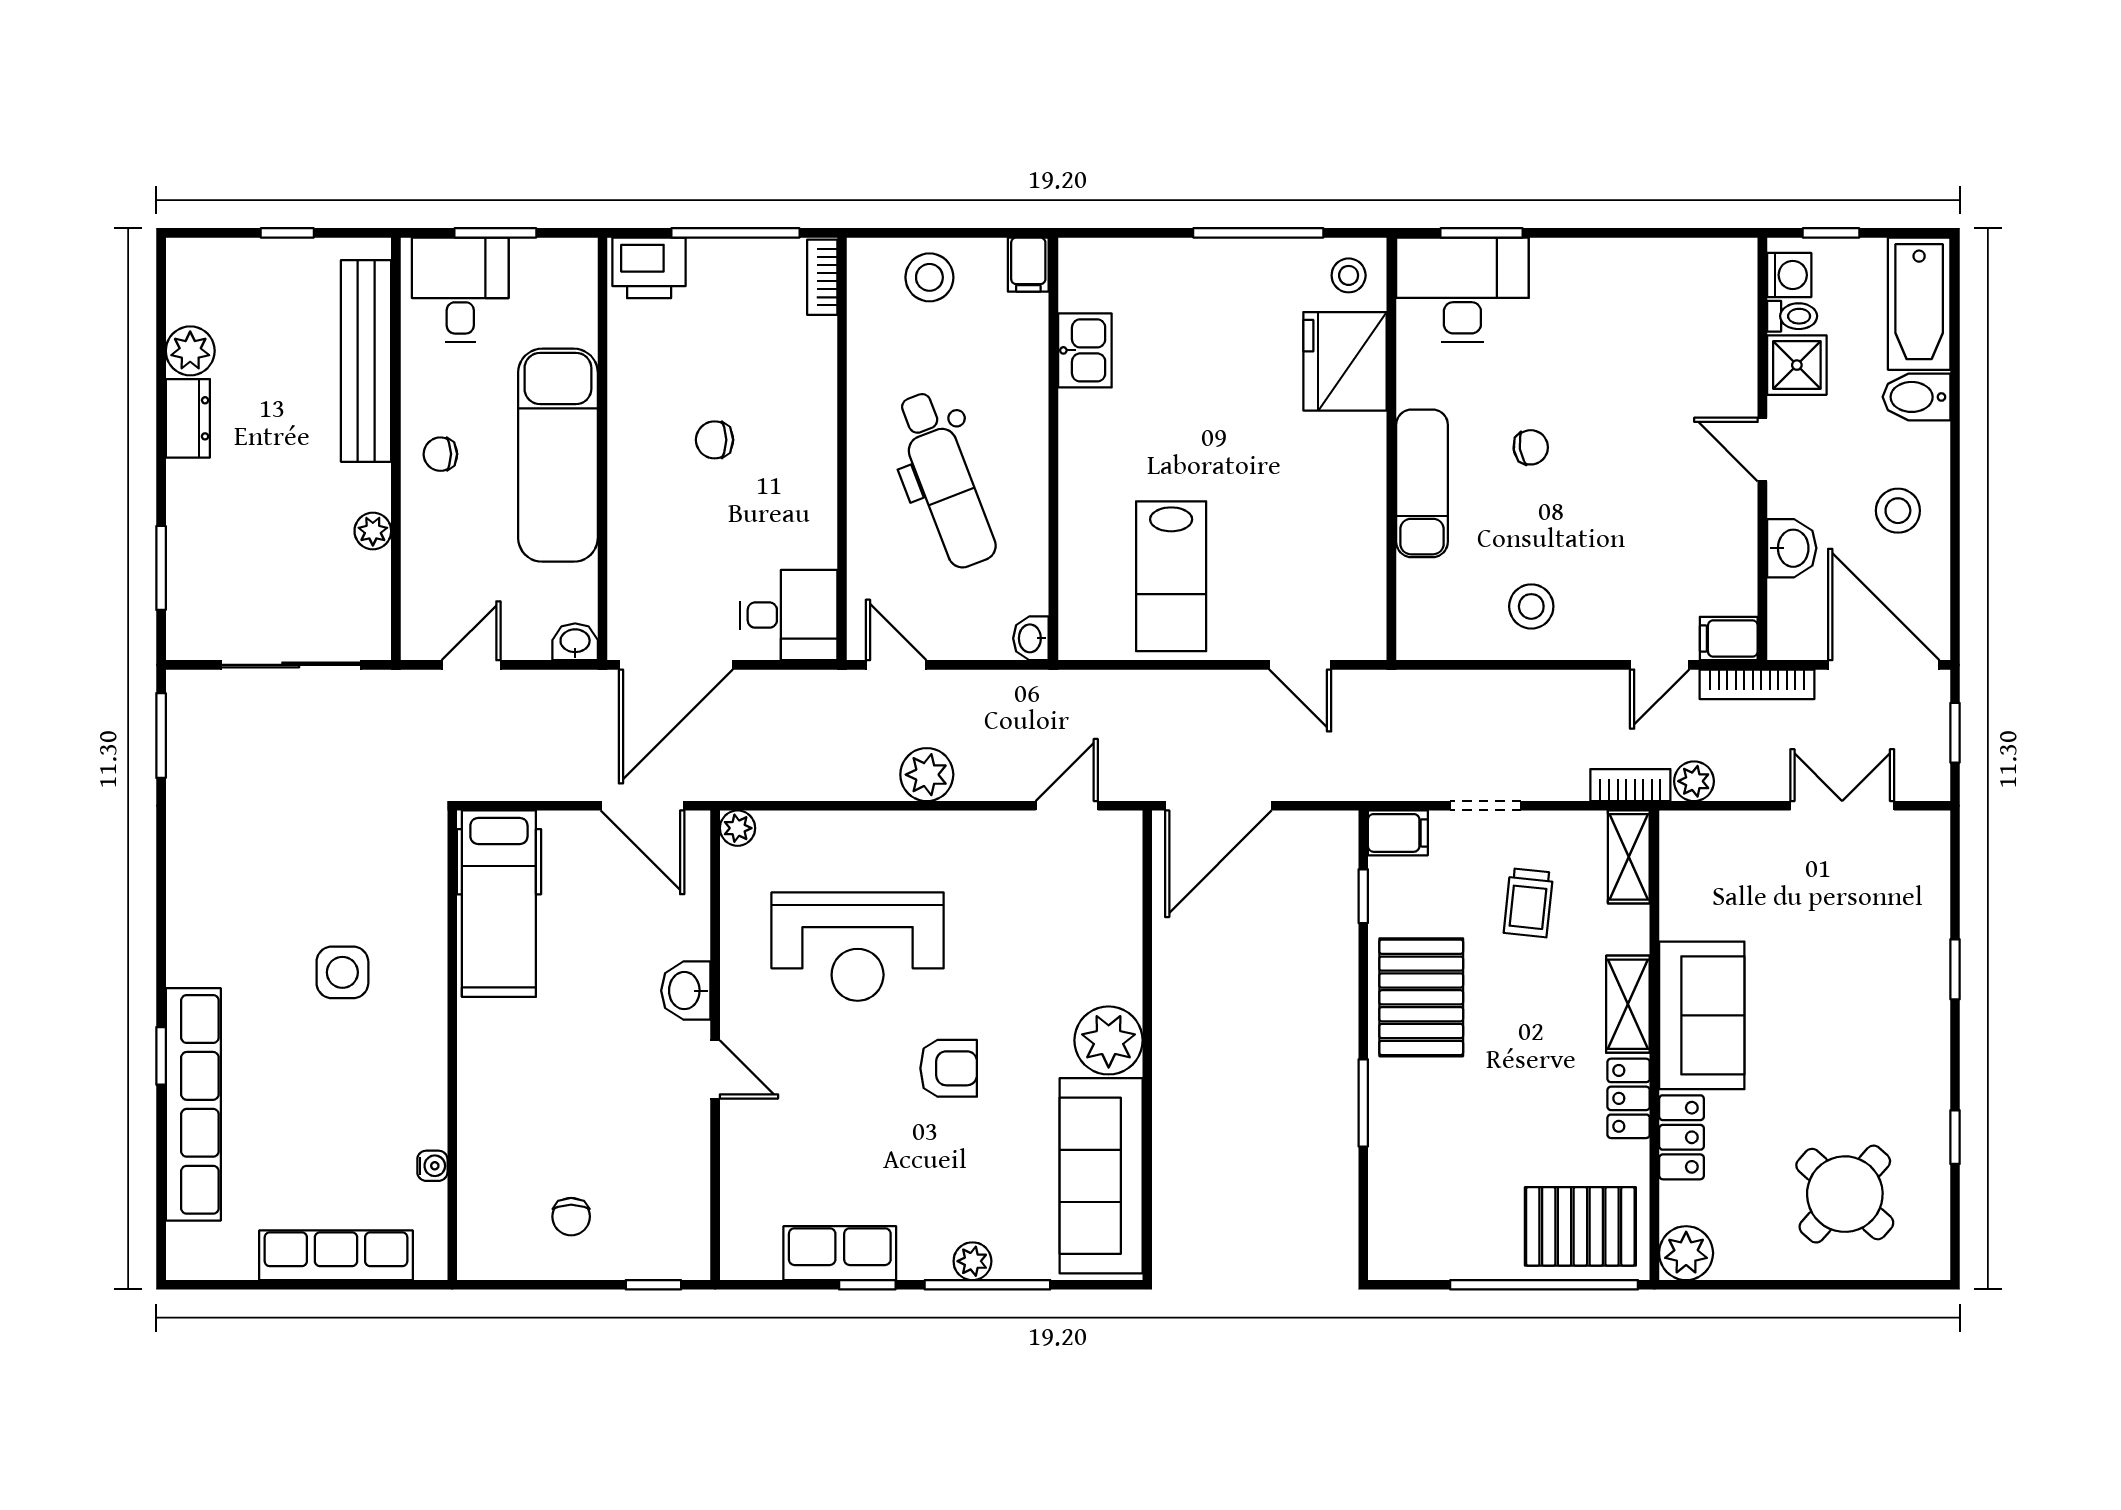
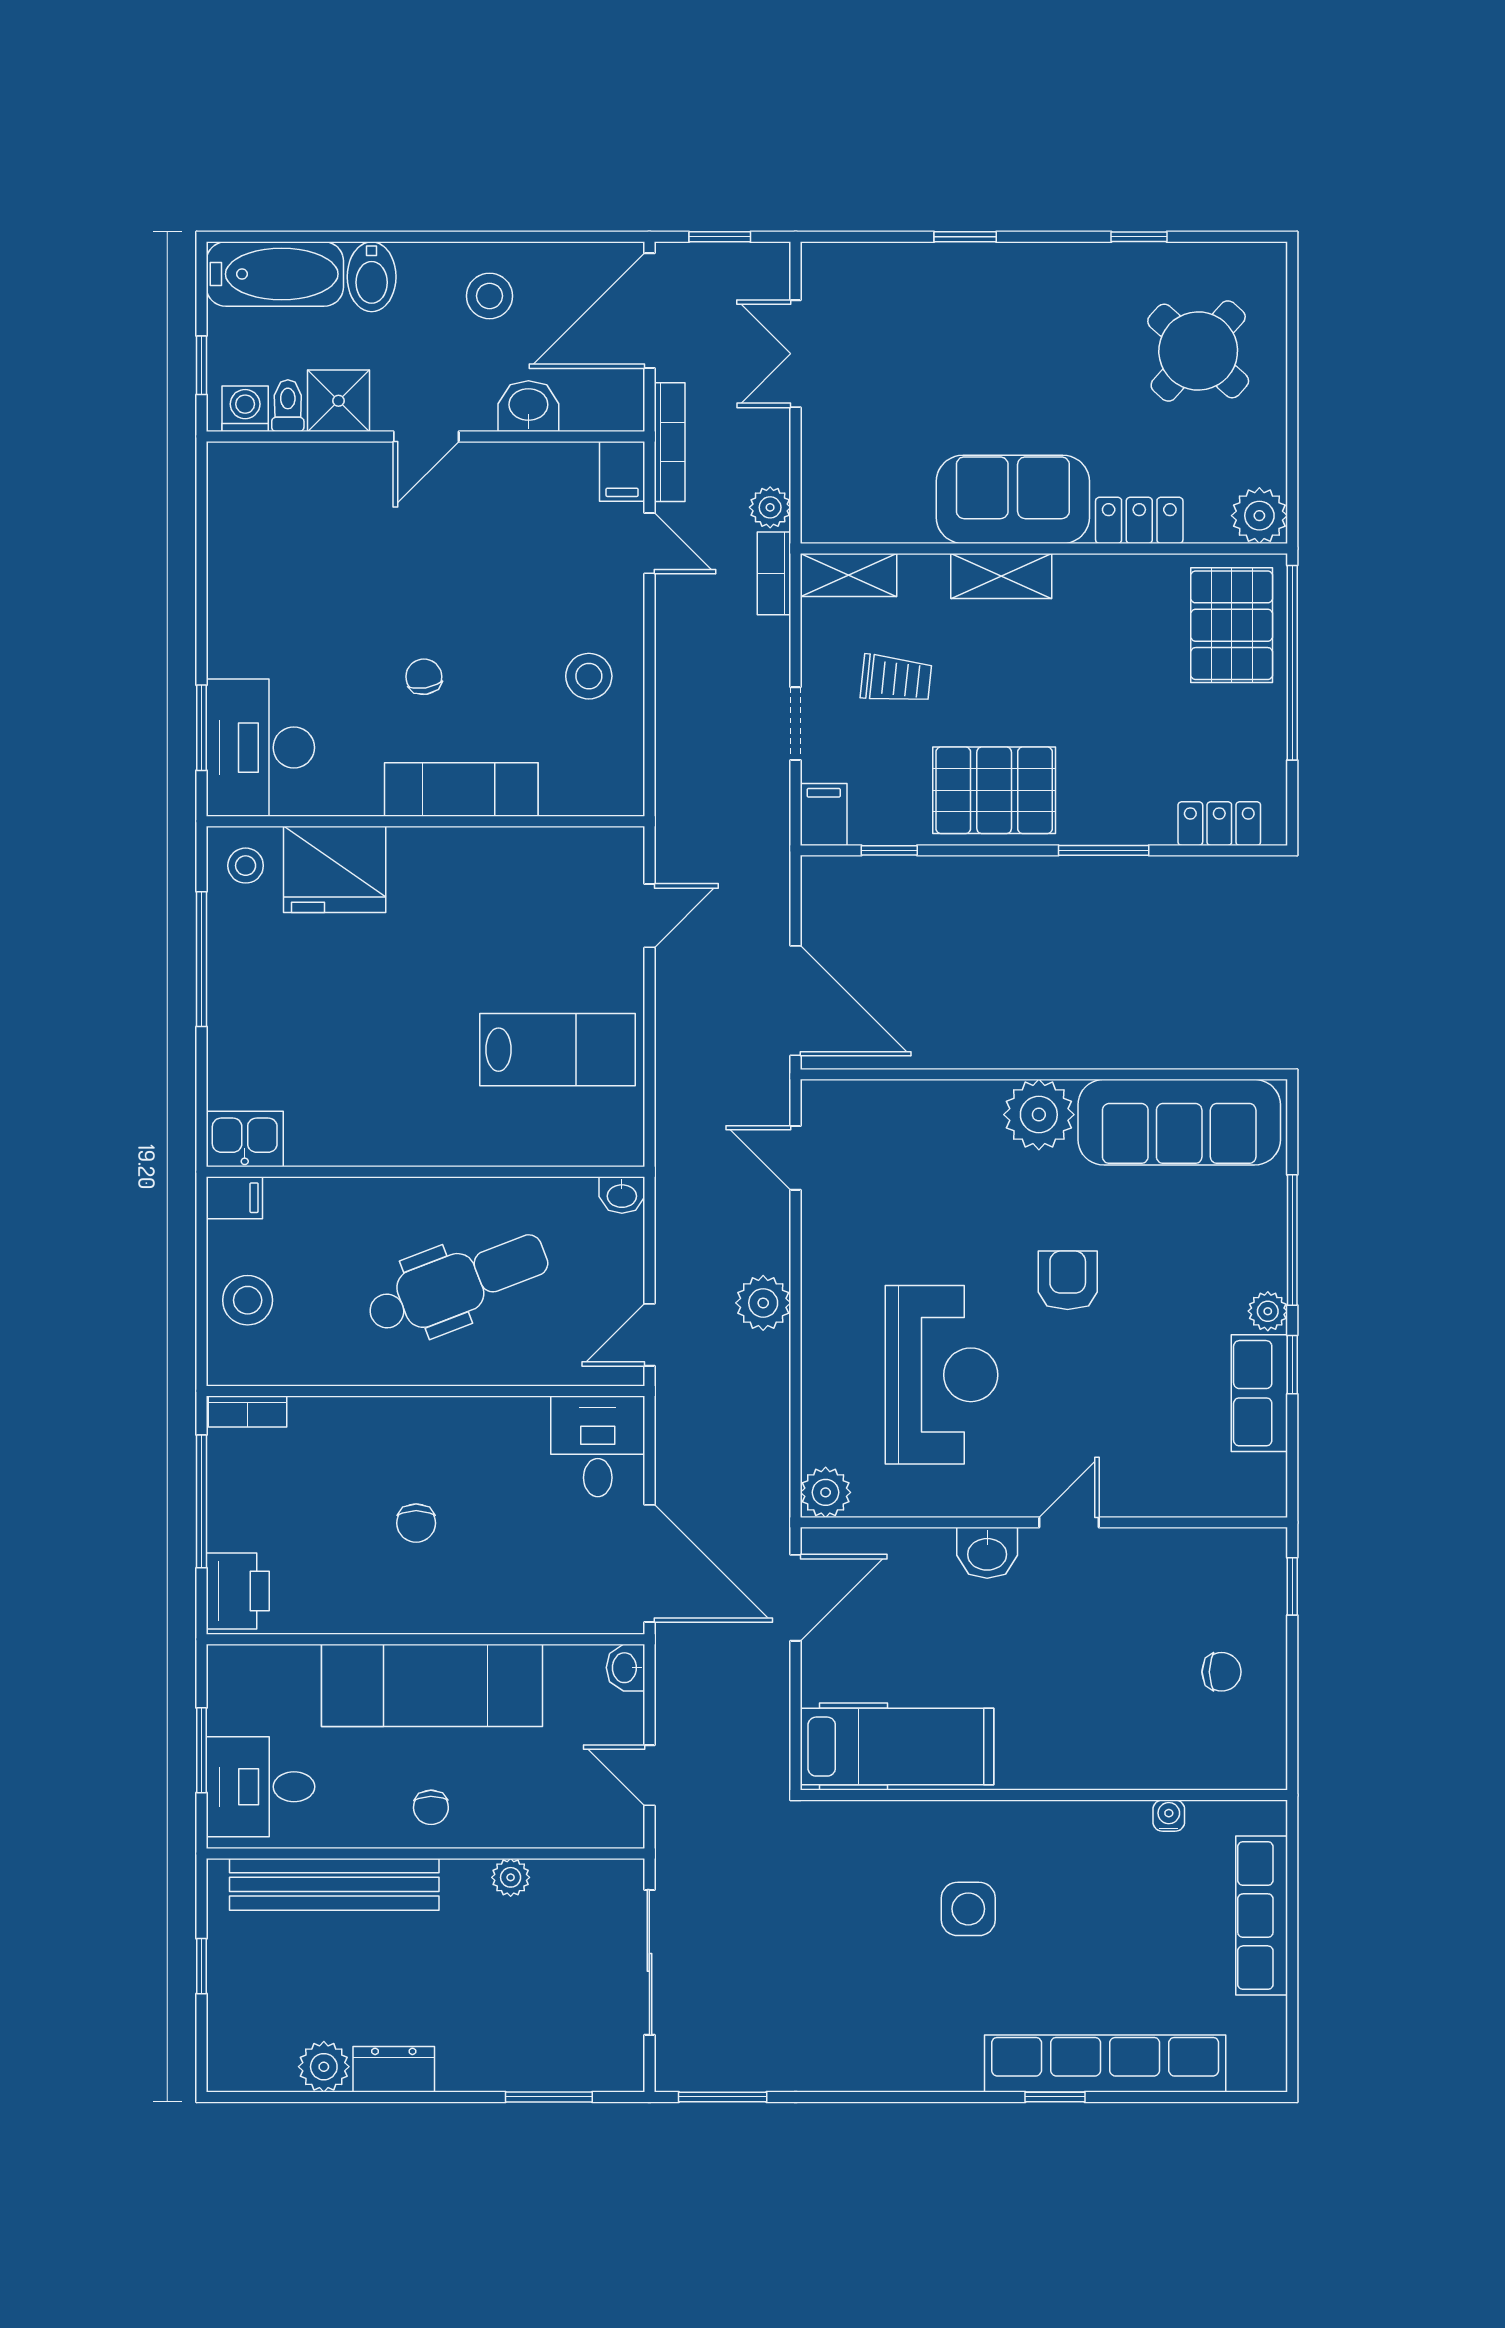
kitchen sink: (1085, 350) -> (245, 1139), moved
plant: (738, 828) -> (826, 1492), width x1.38, depth x1.38
locker: (1629, 1098) -> (1219, 824), moved, turned 180
plant: (972, 1261) -> (1268, 1311), moved

